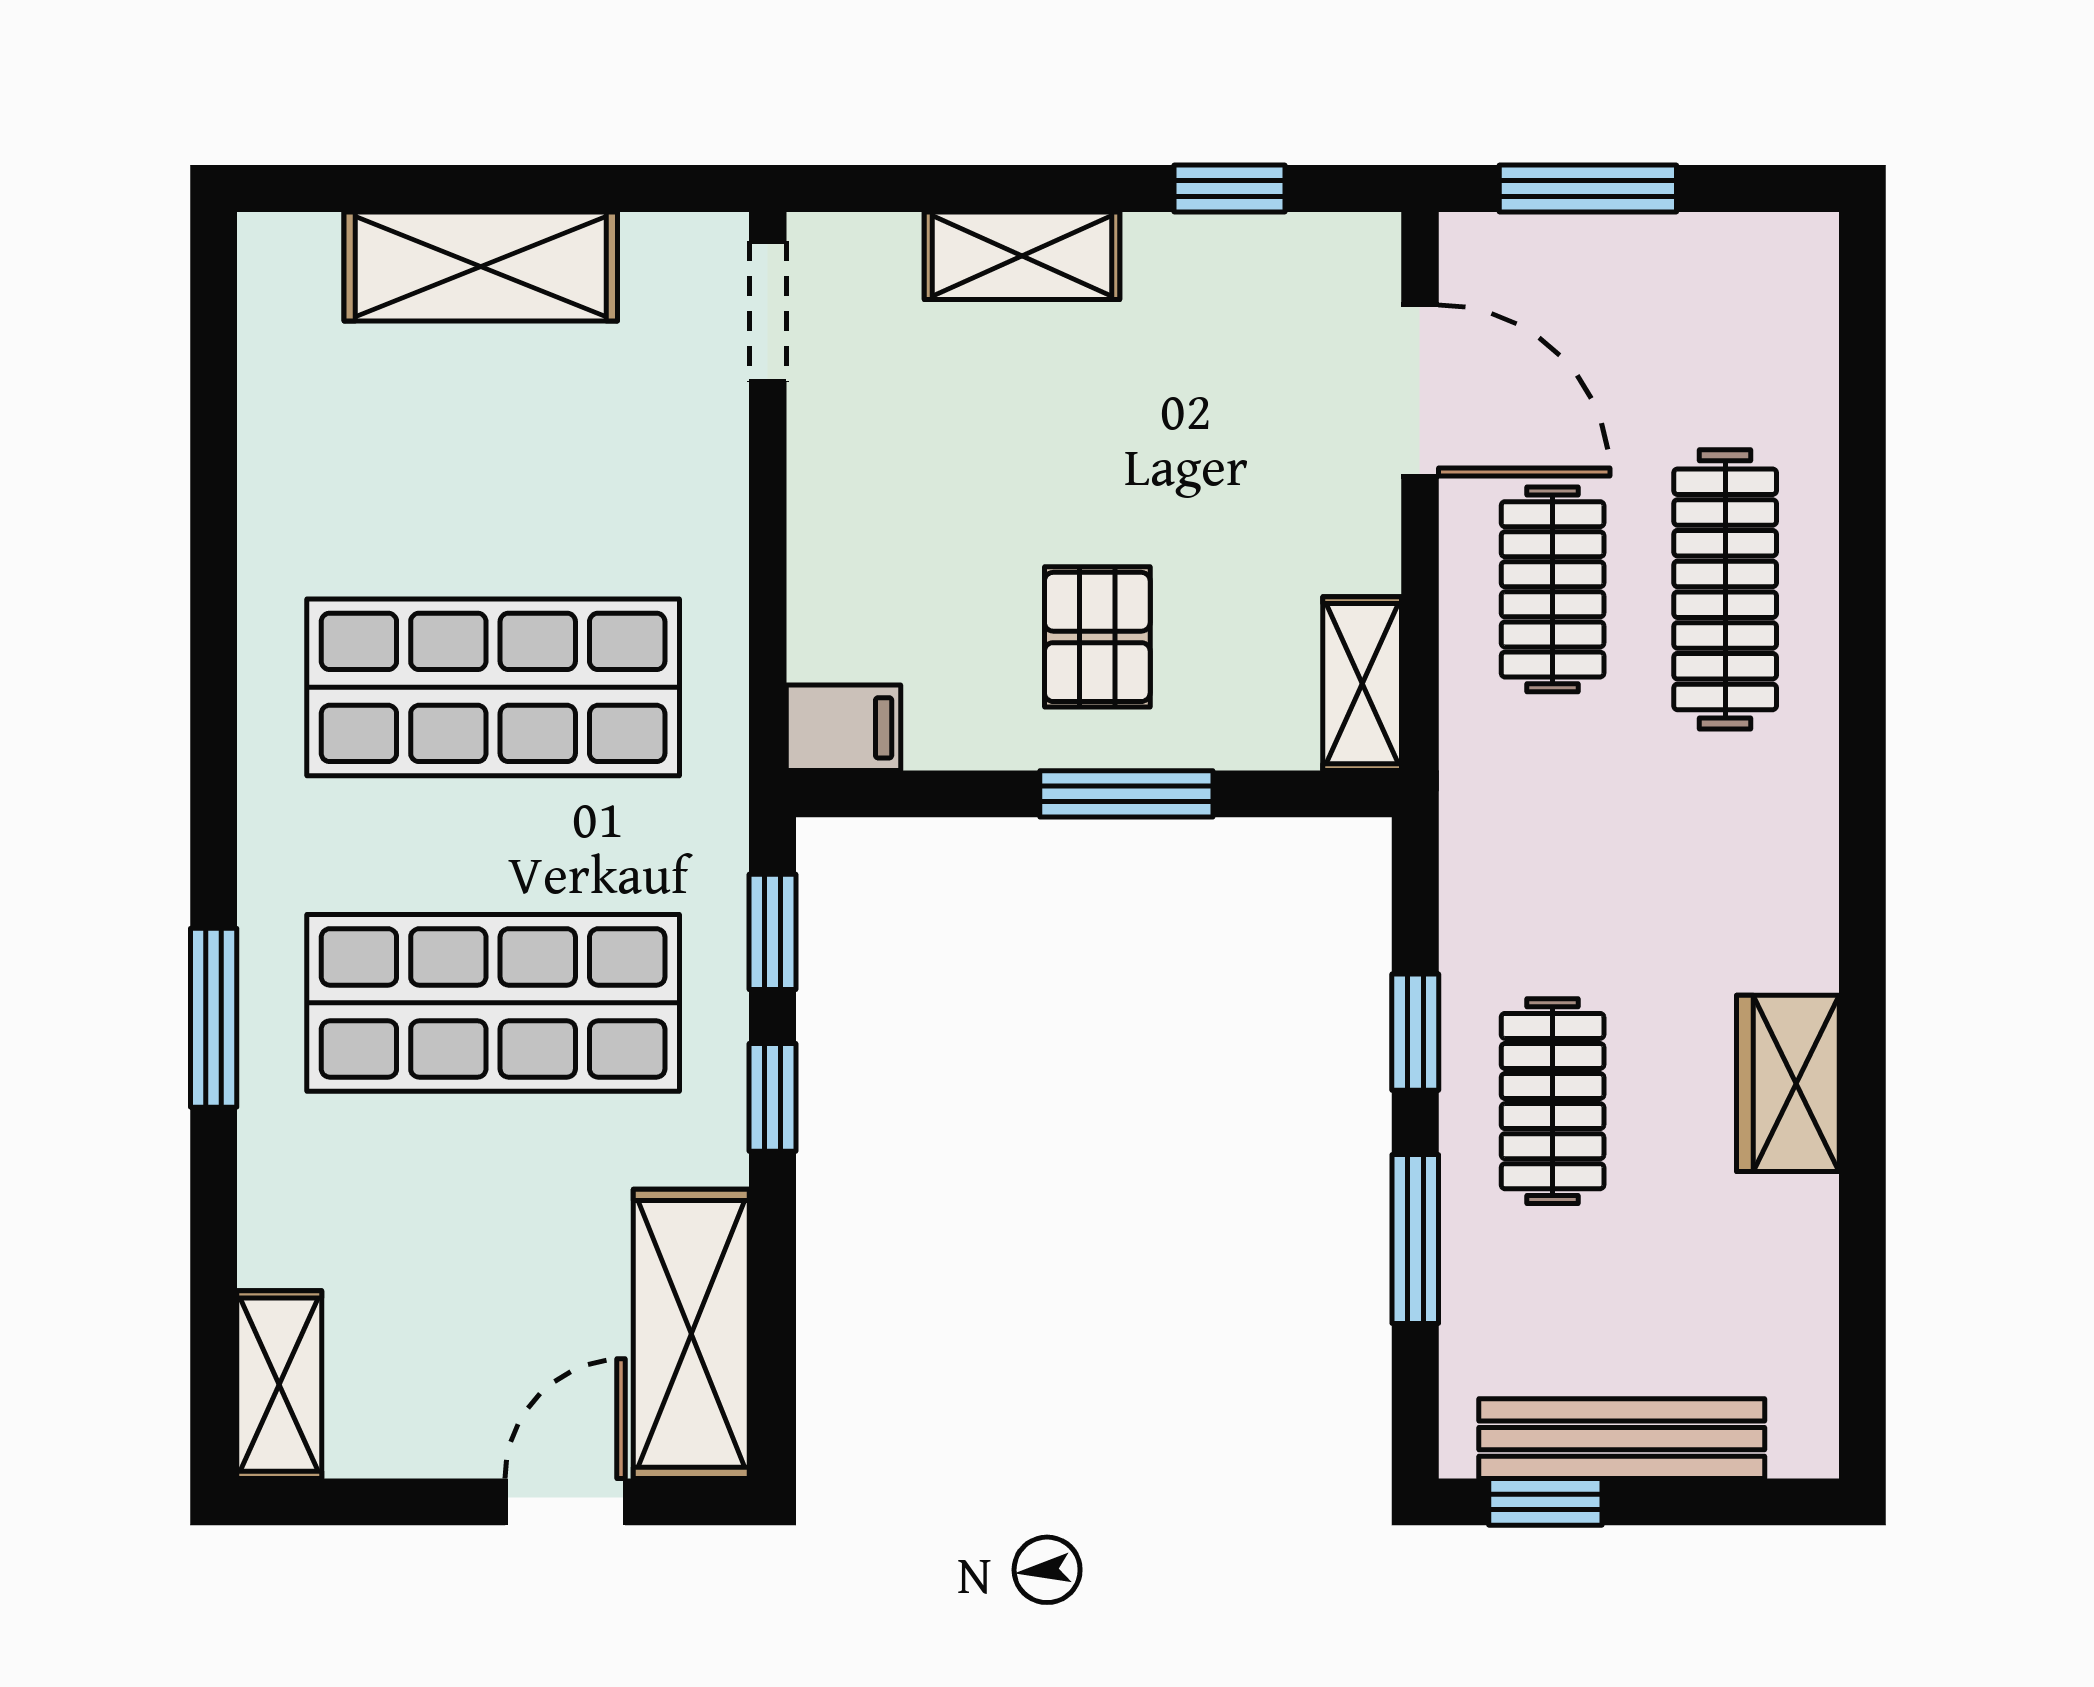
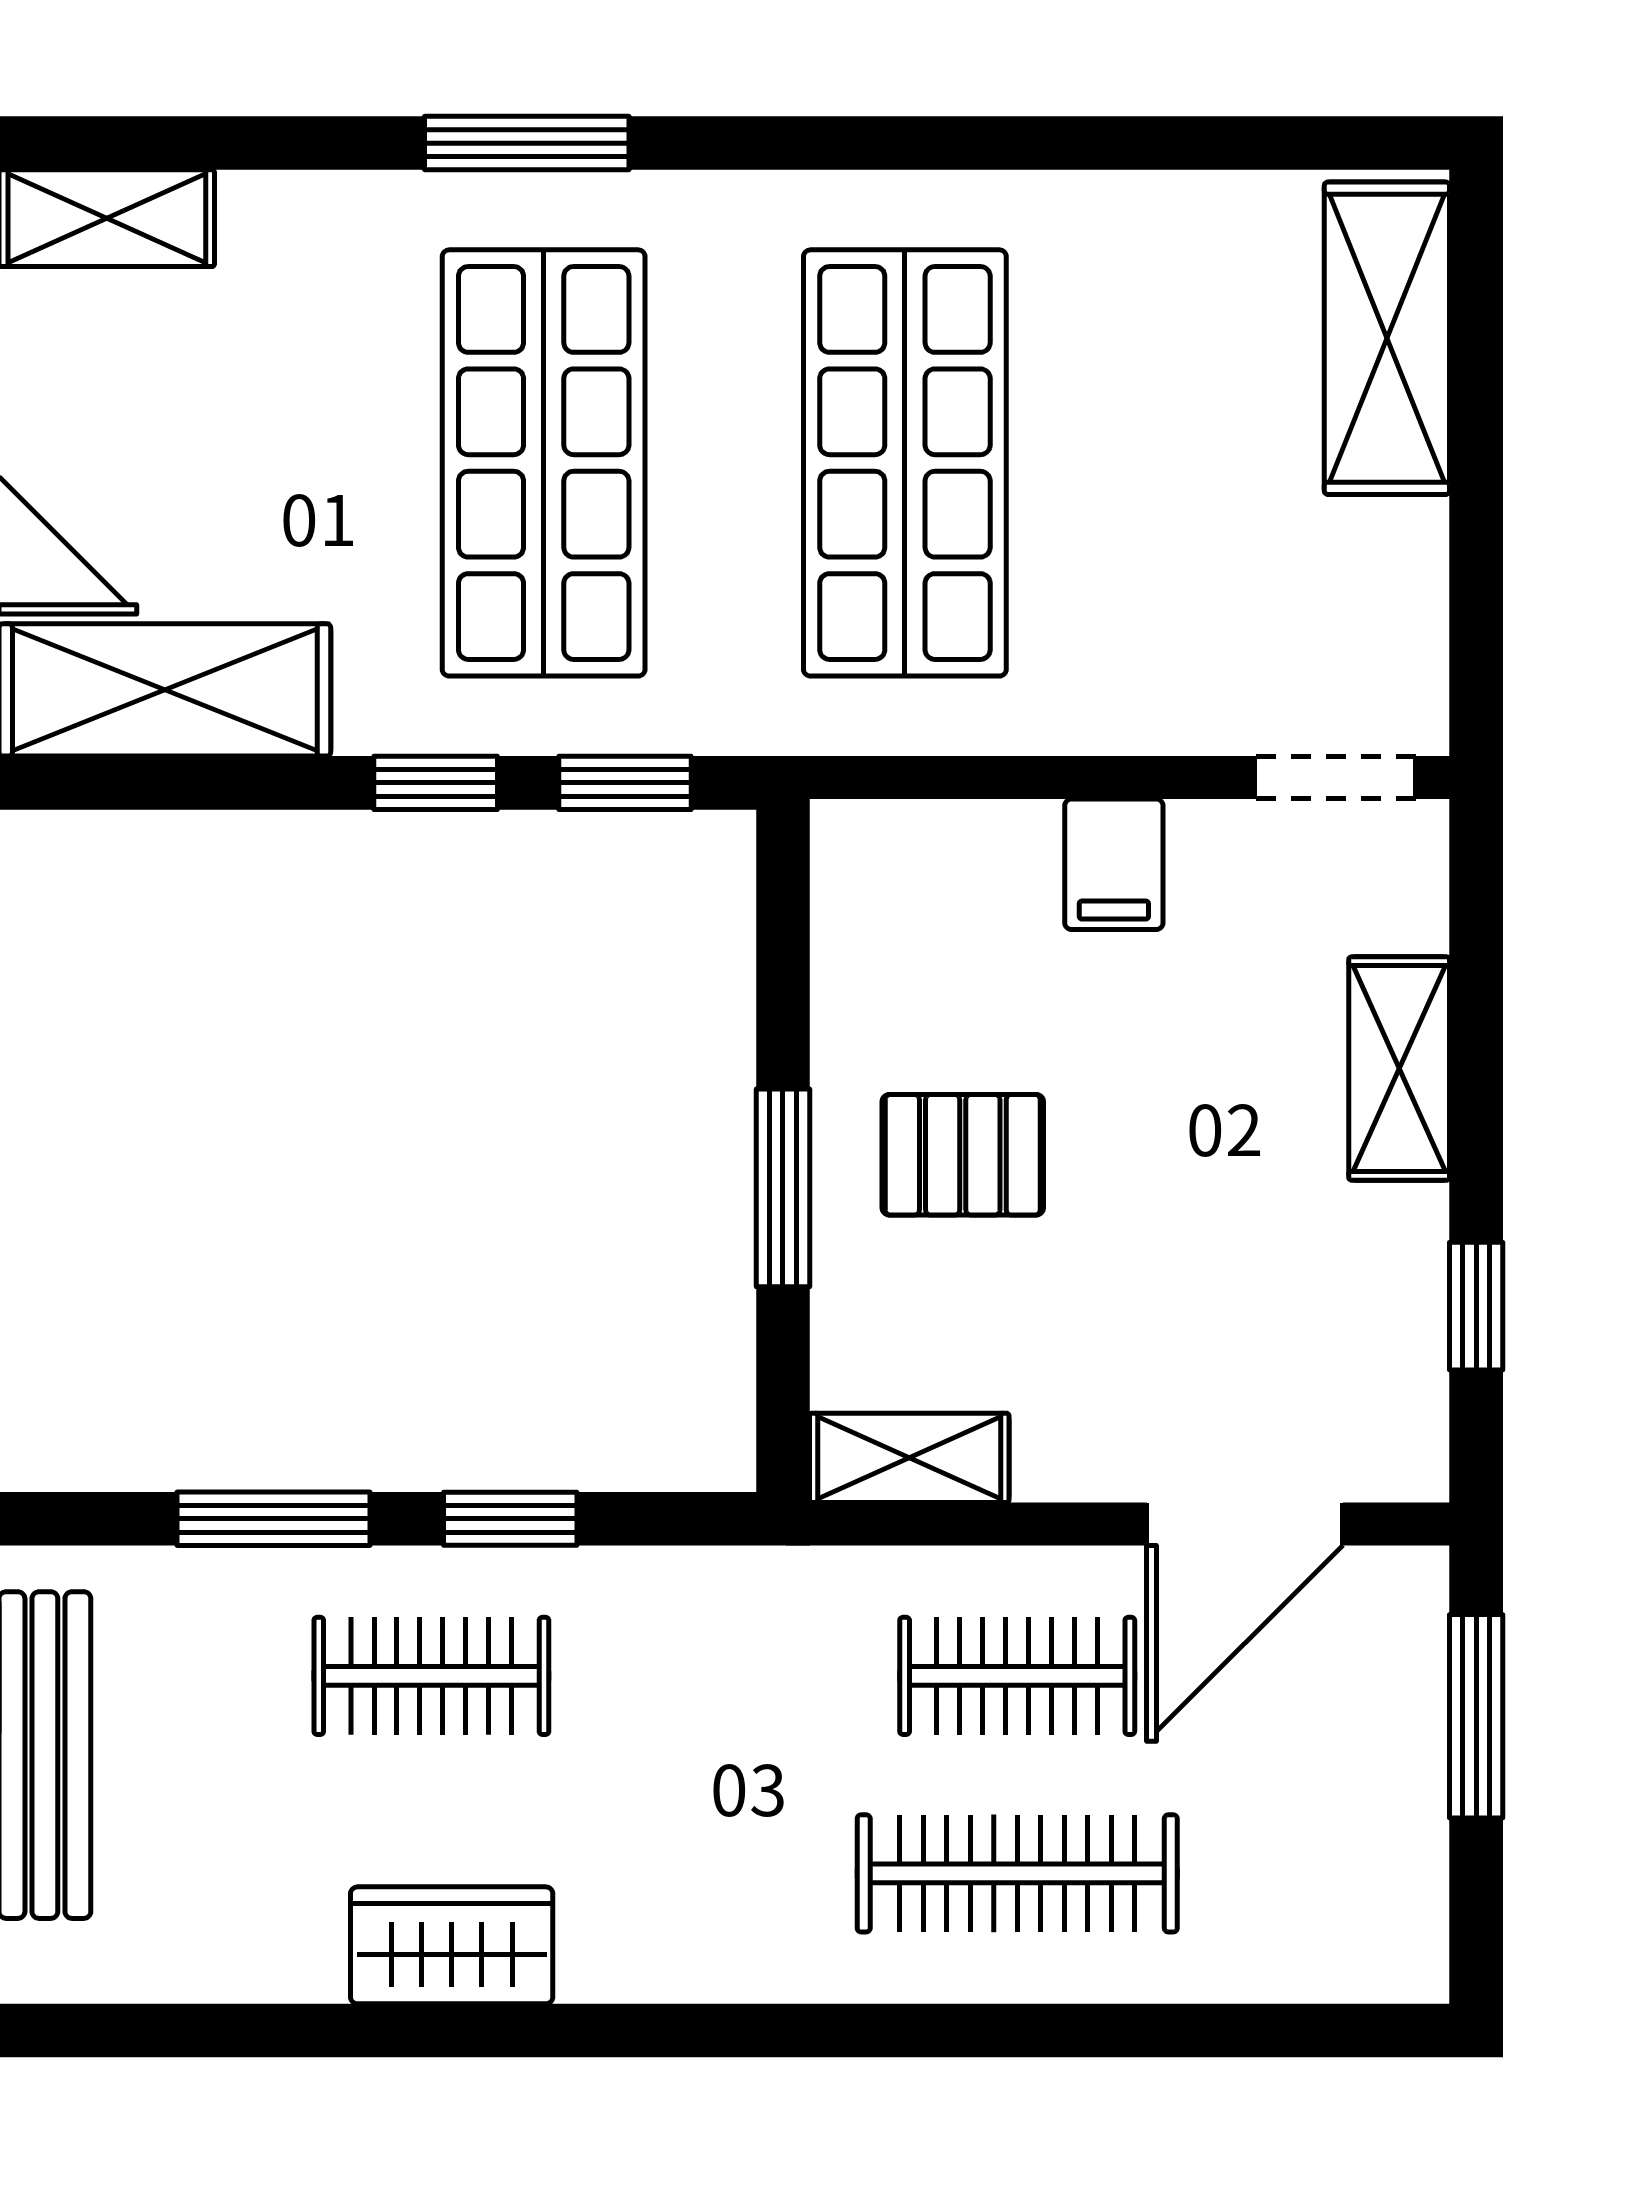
shelving: (481, 266) -> (1387, 338), moved
filing cabinet: (844, 728) -> (1114, 864), moved

